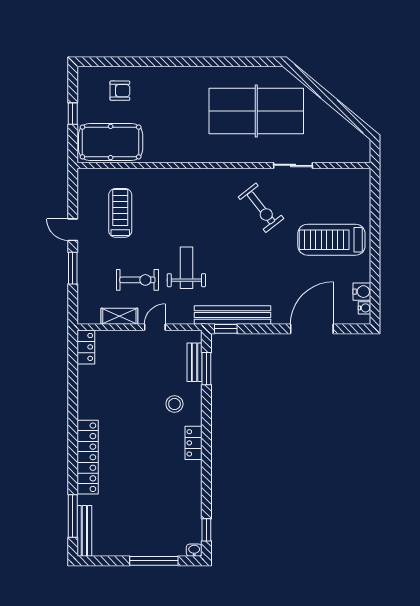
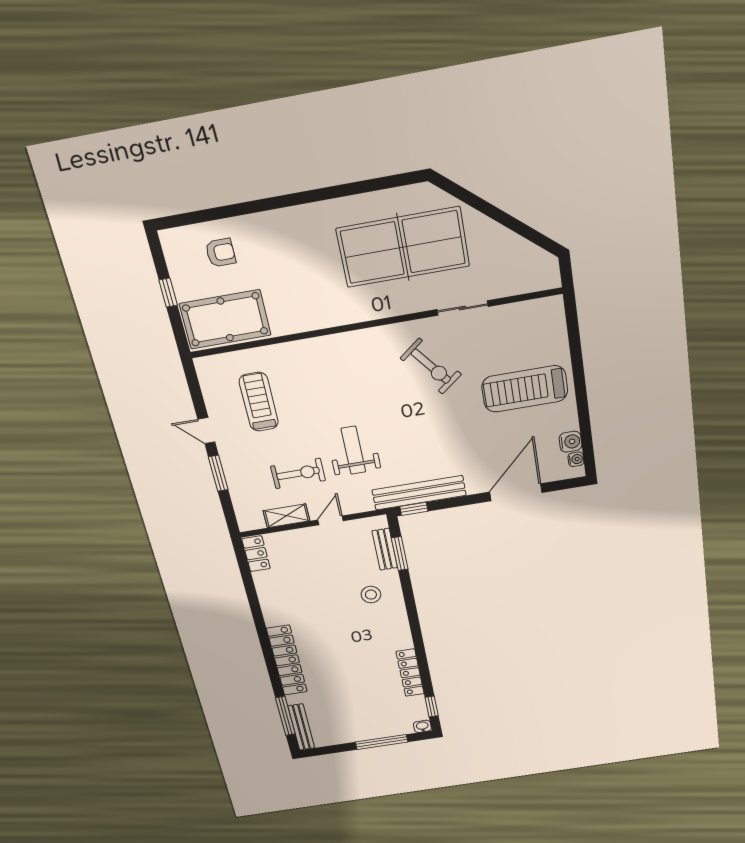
locker: (194, 443) -> (410, 673), moved, width x1.53

